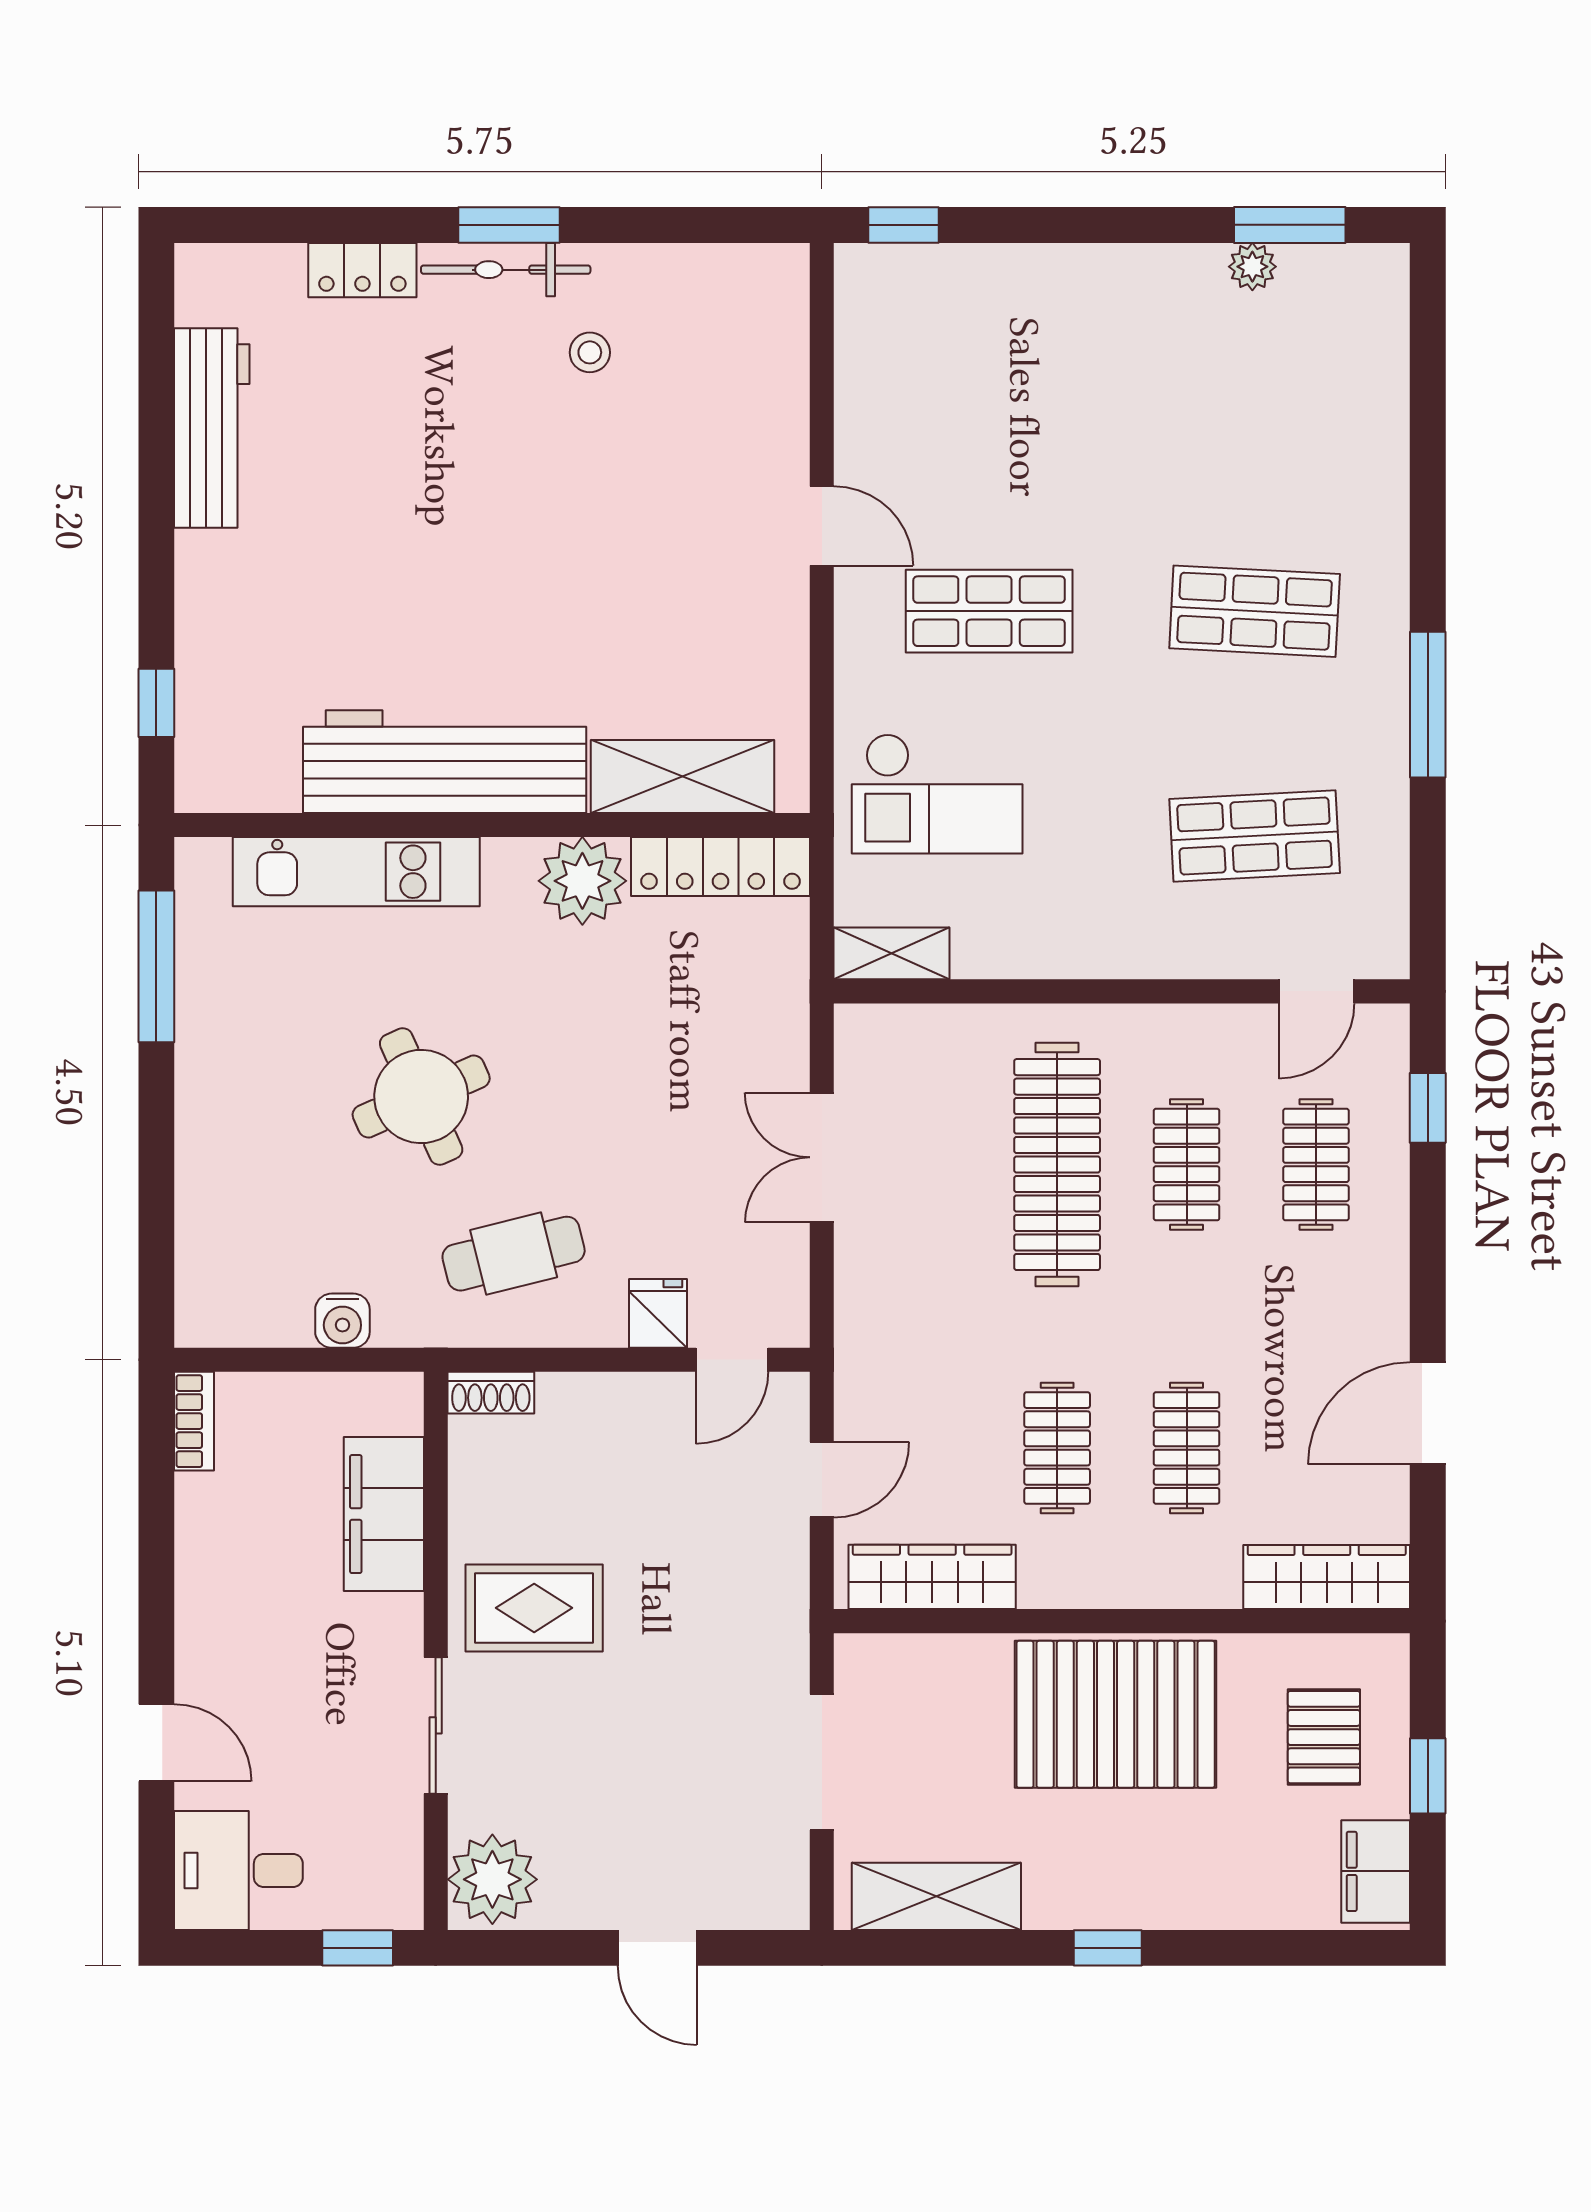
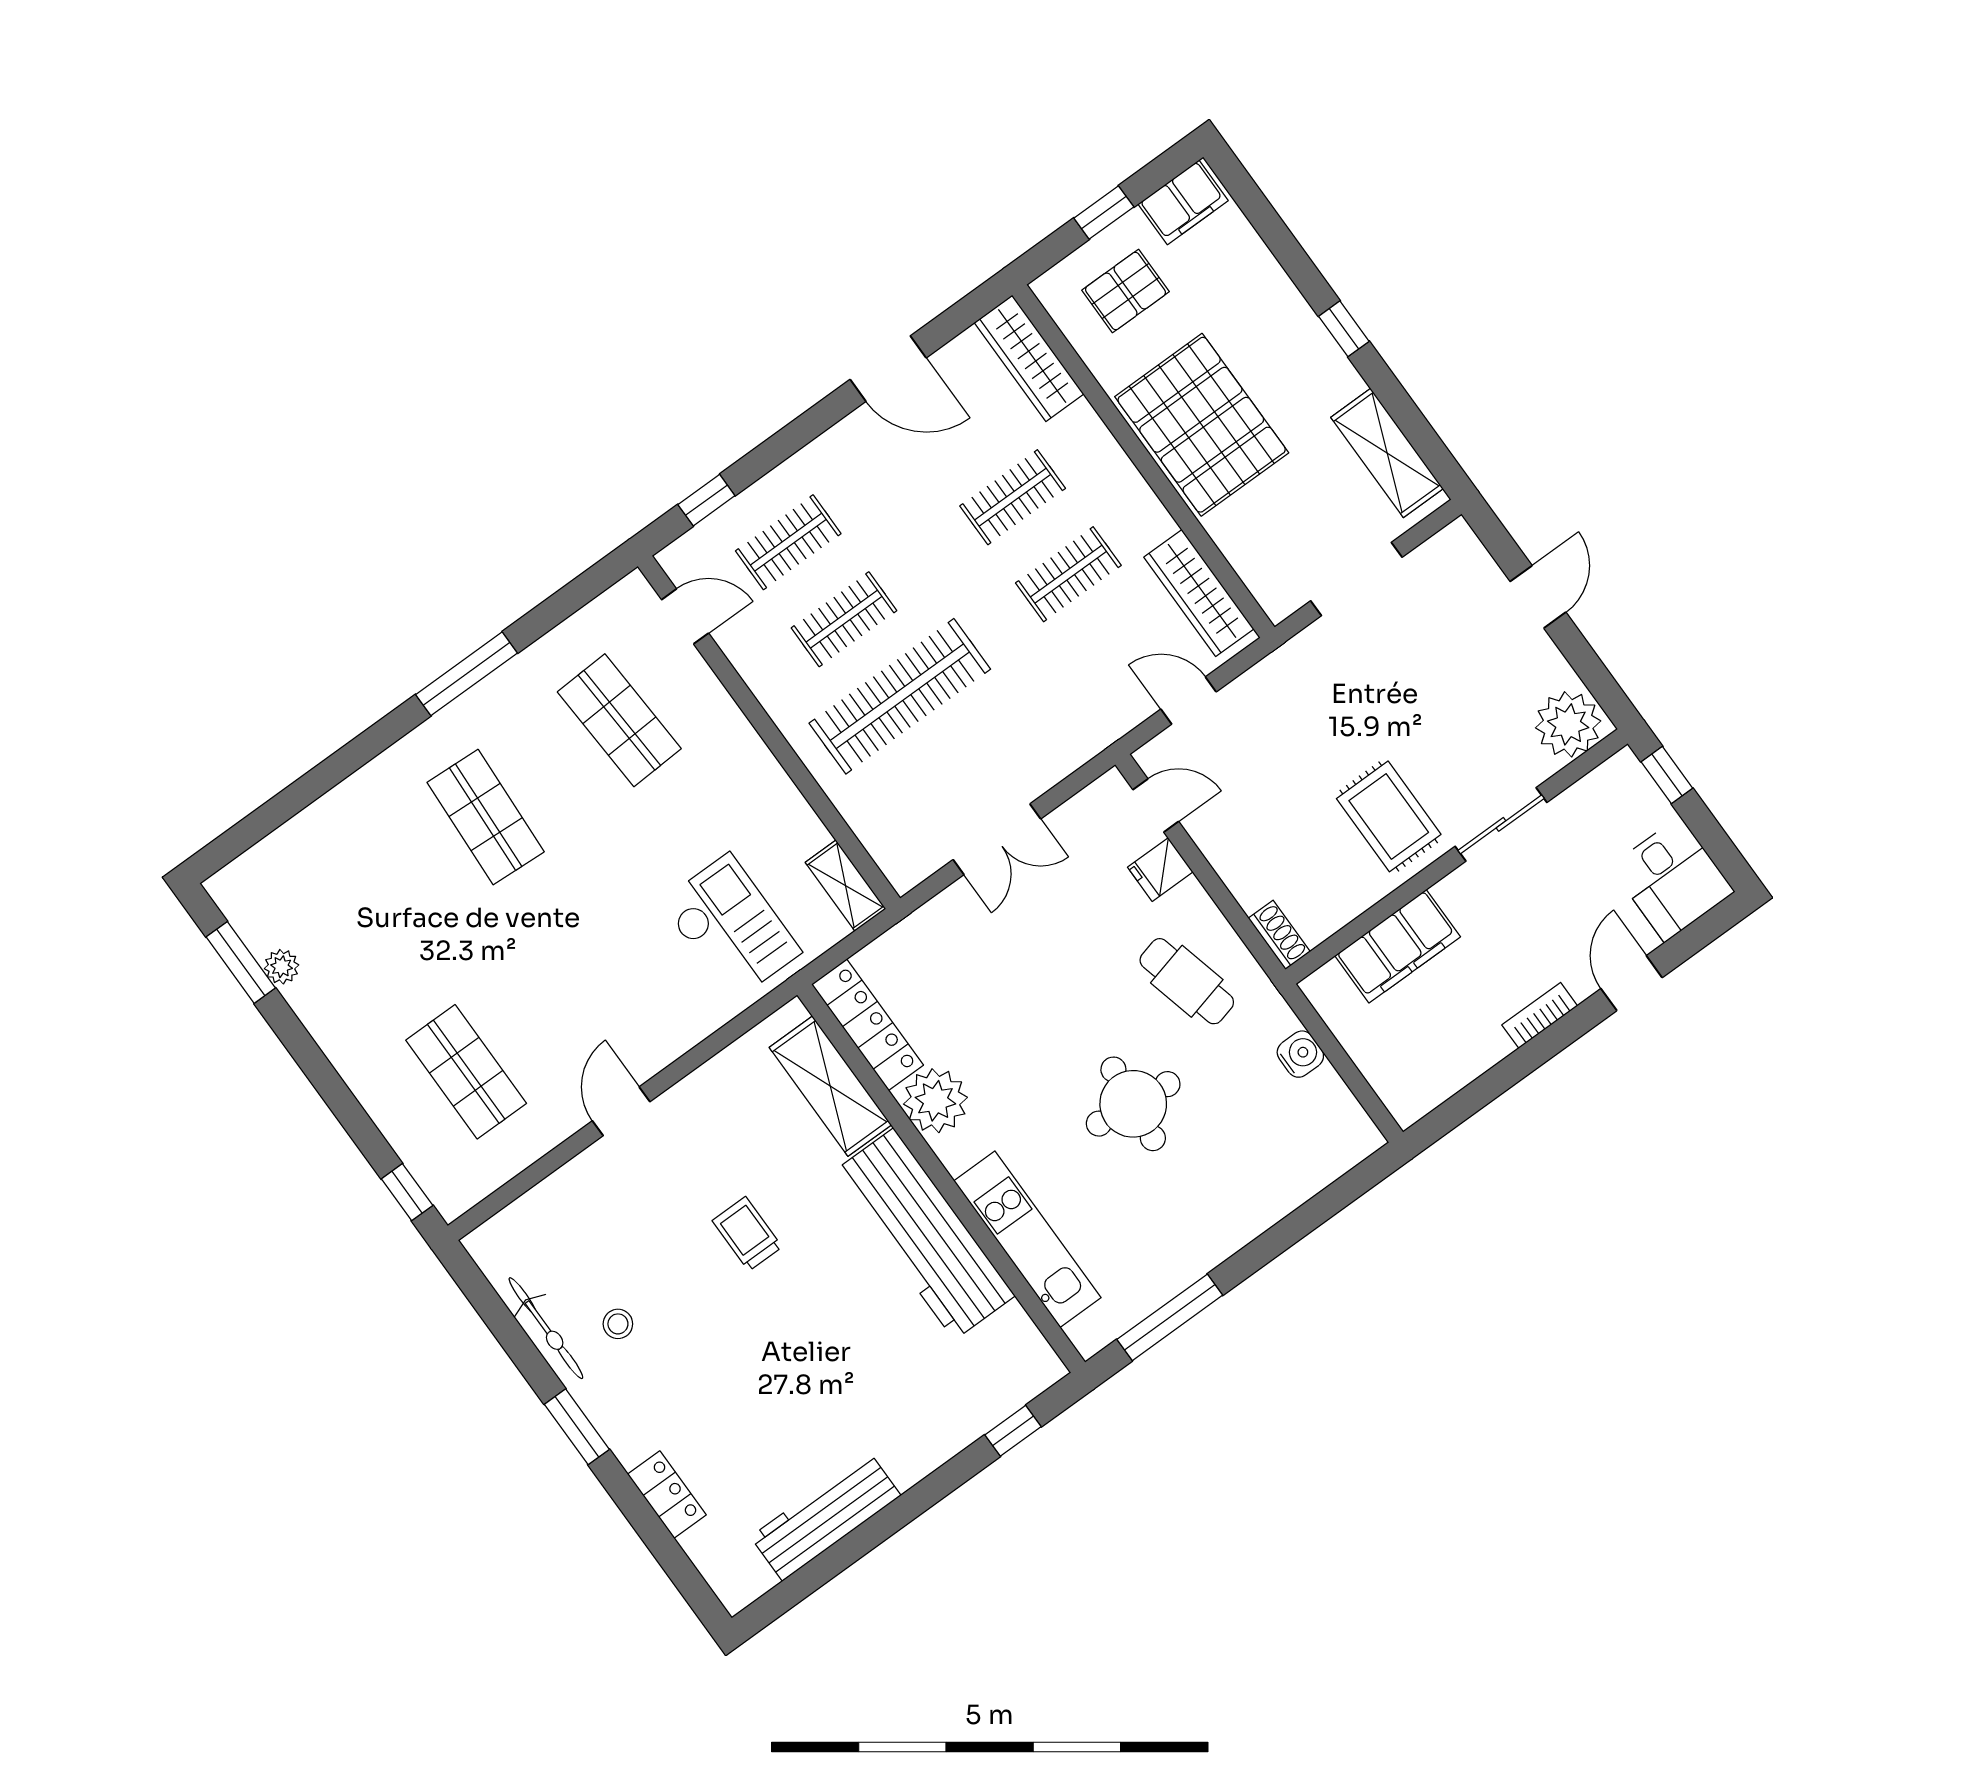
bicycle: (506, 270) -> (546, 1328), moved
trolley: (586, 567) -> (747, 1234), added
shop shelf: (989, 611) -> (466, 1072), moved
round table: (421, 1097) -> (1133, 1104), turned 30
bookcase: (194, 1421) -> (1540, 1015), moved

